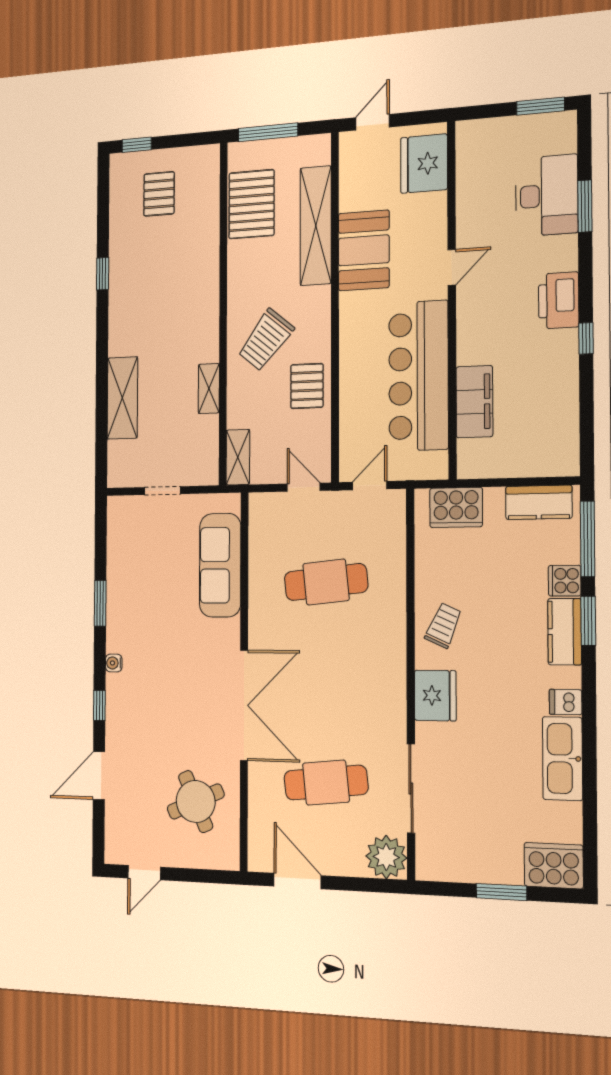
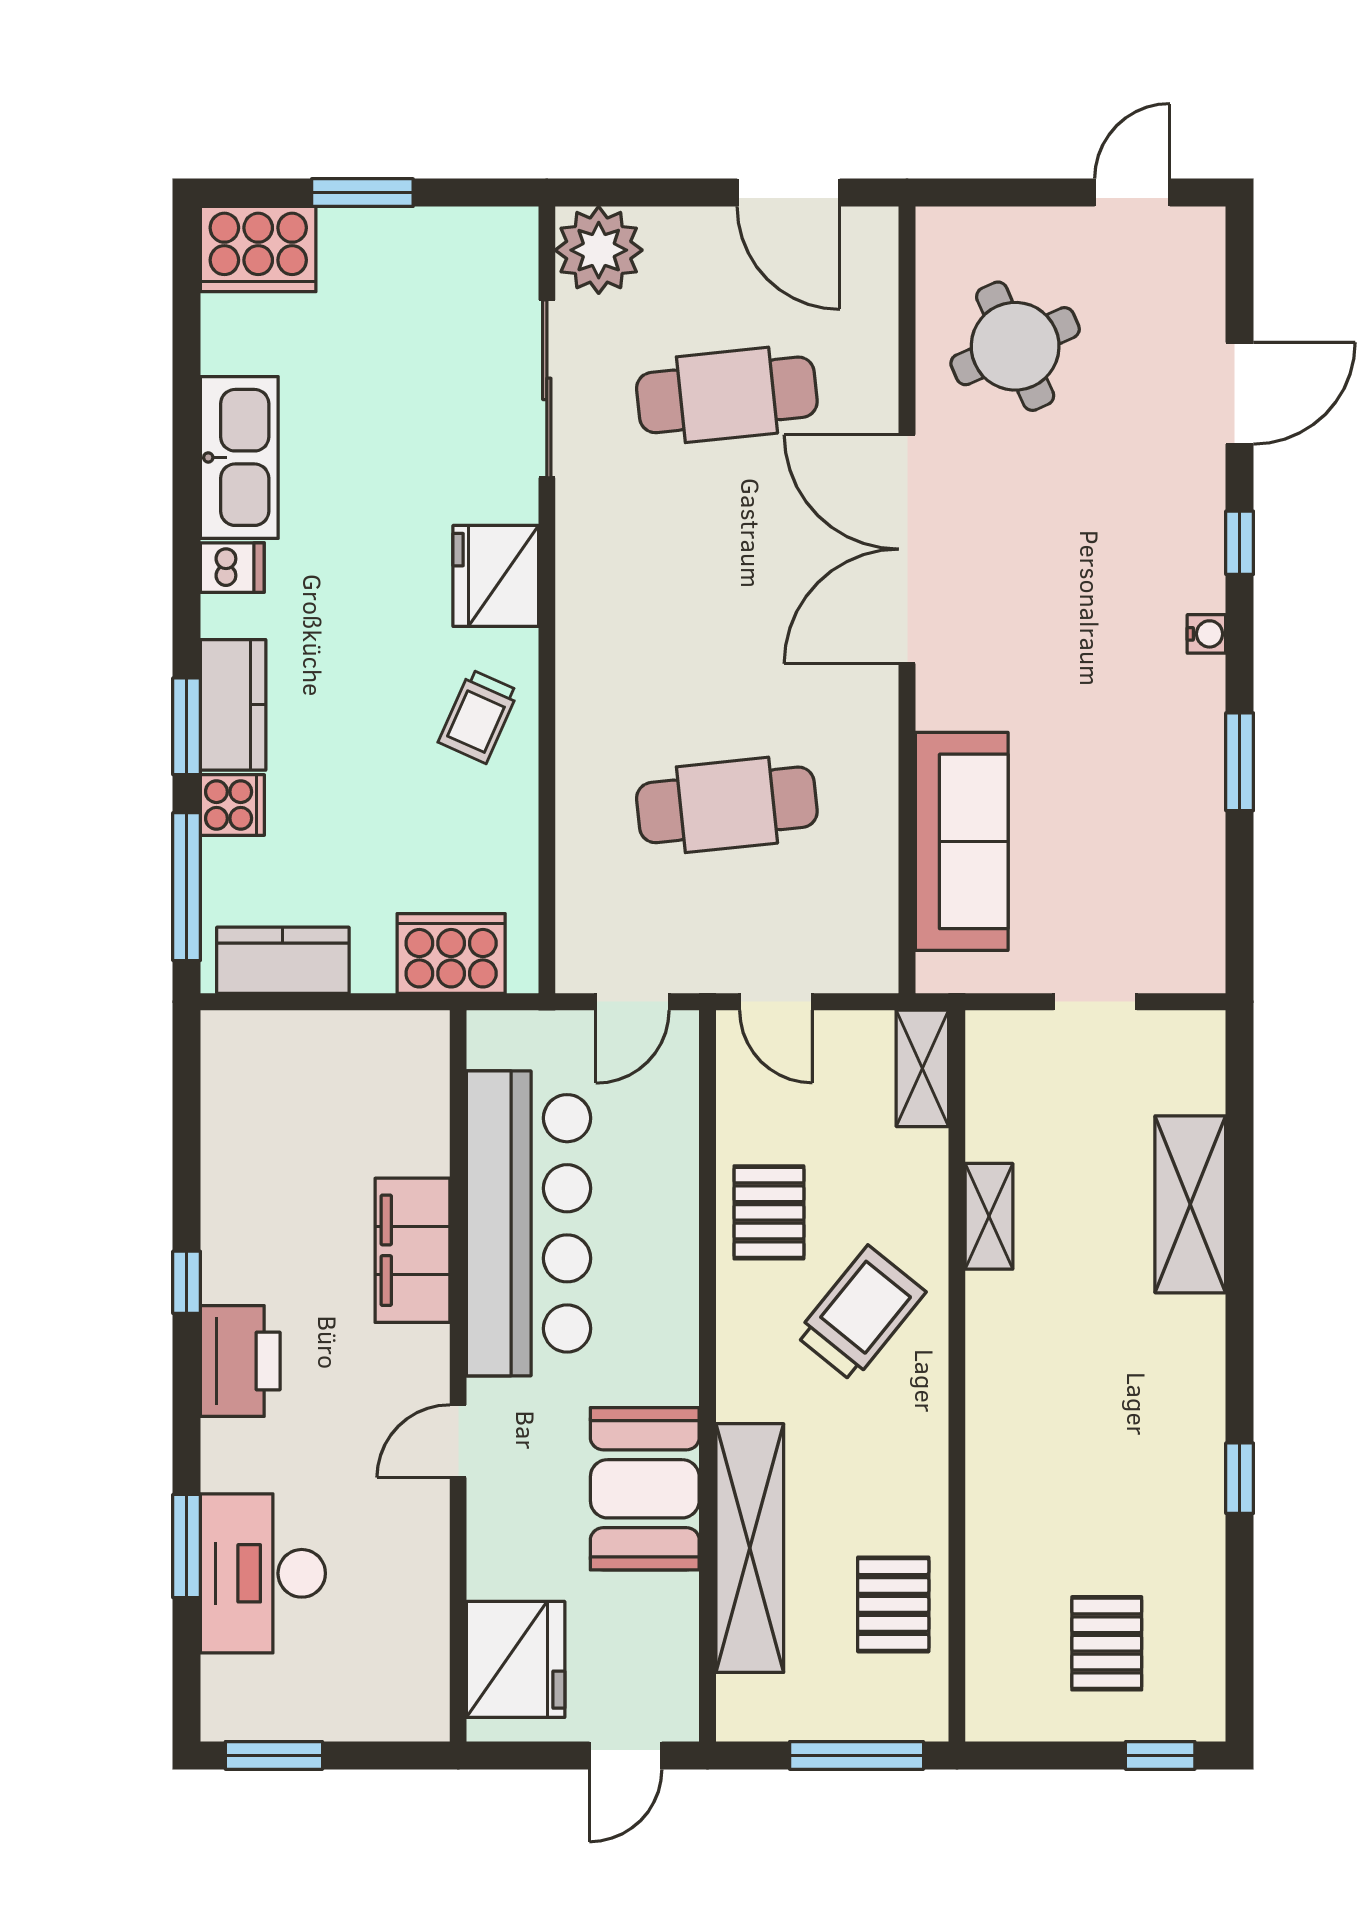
pallet: (251, 204) -> (893, 1604), width x0.67, depth x0.71
filing cabinet: (474, 402) -> (412, 1250), moved

